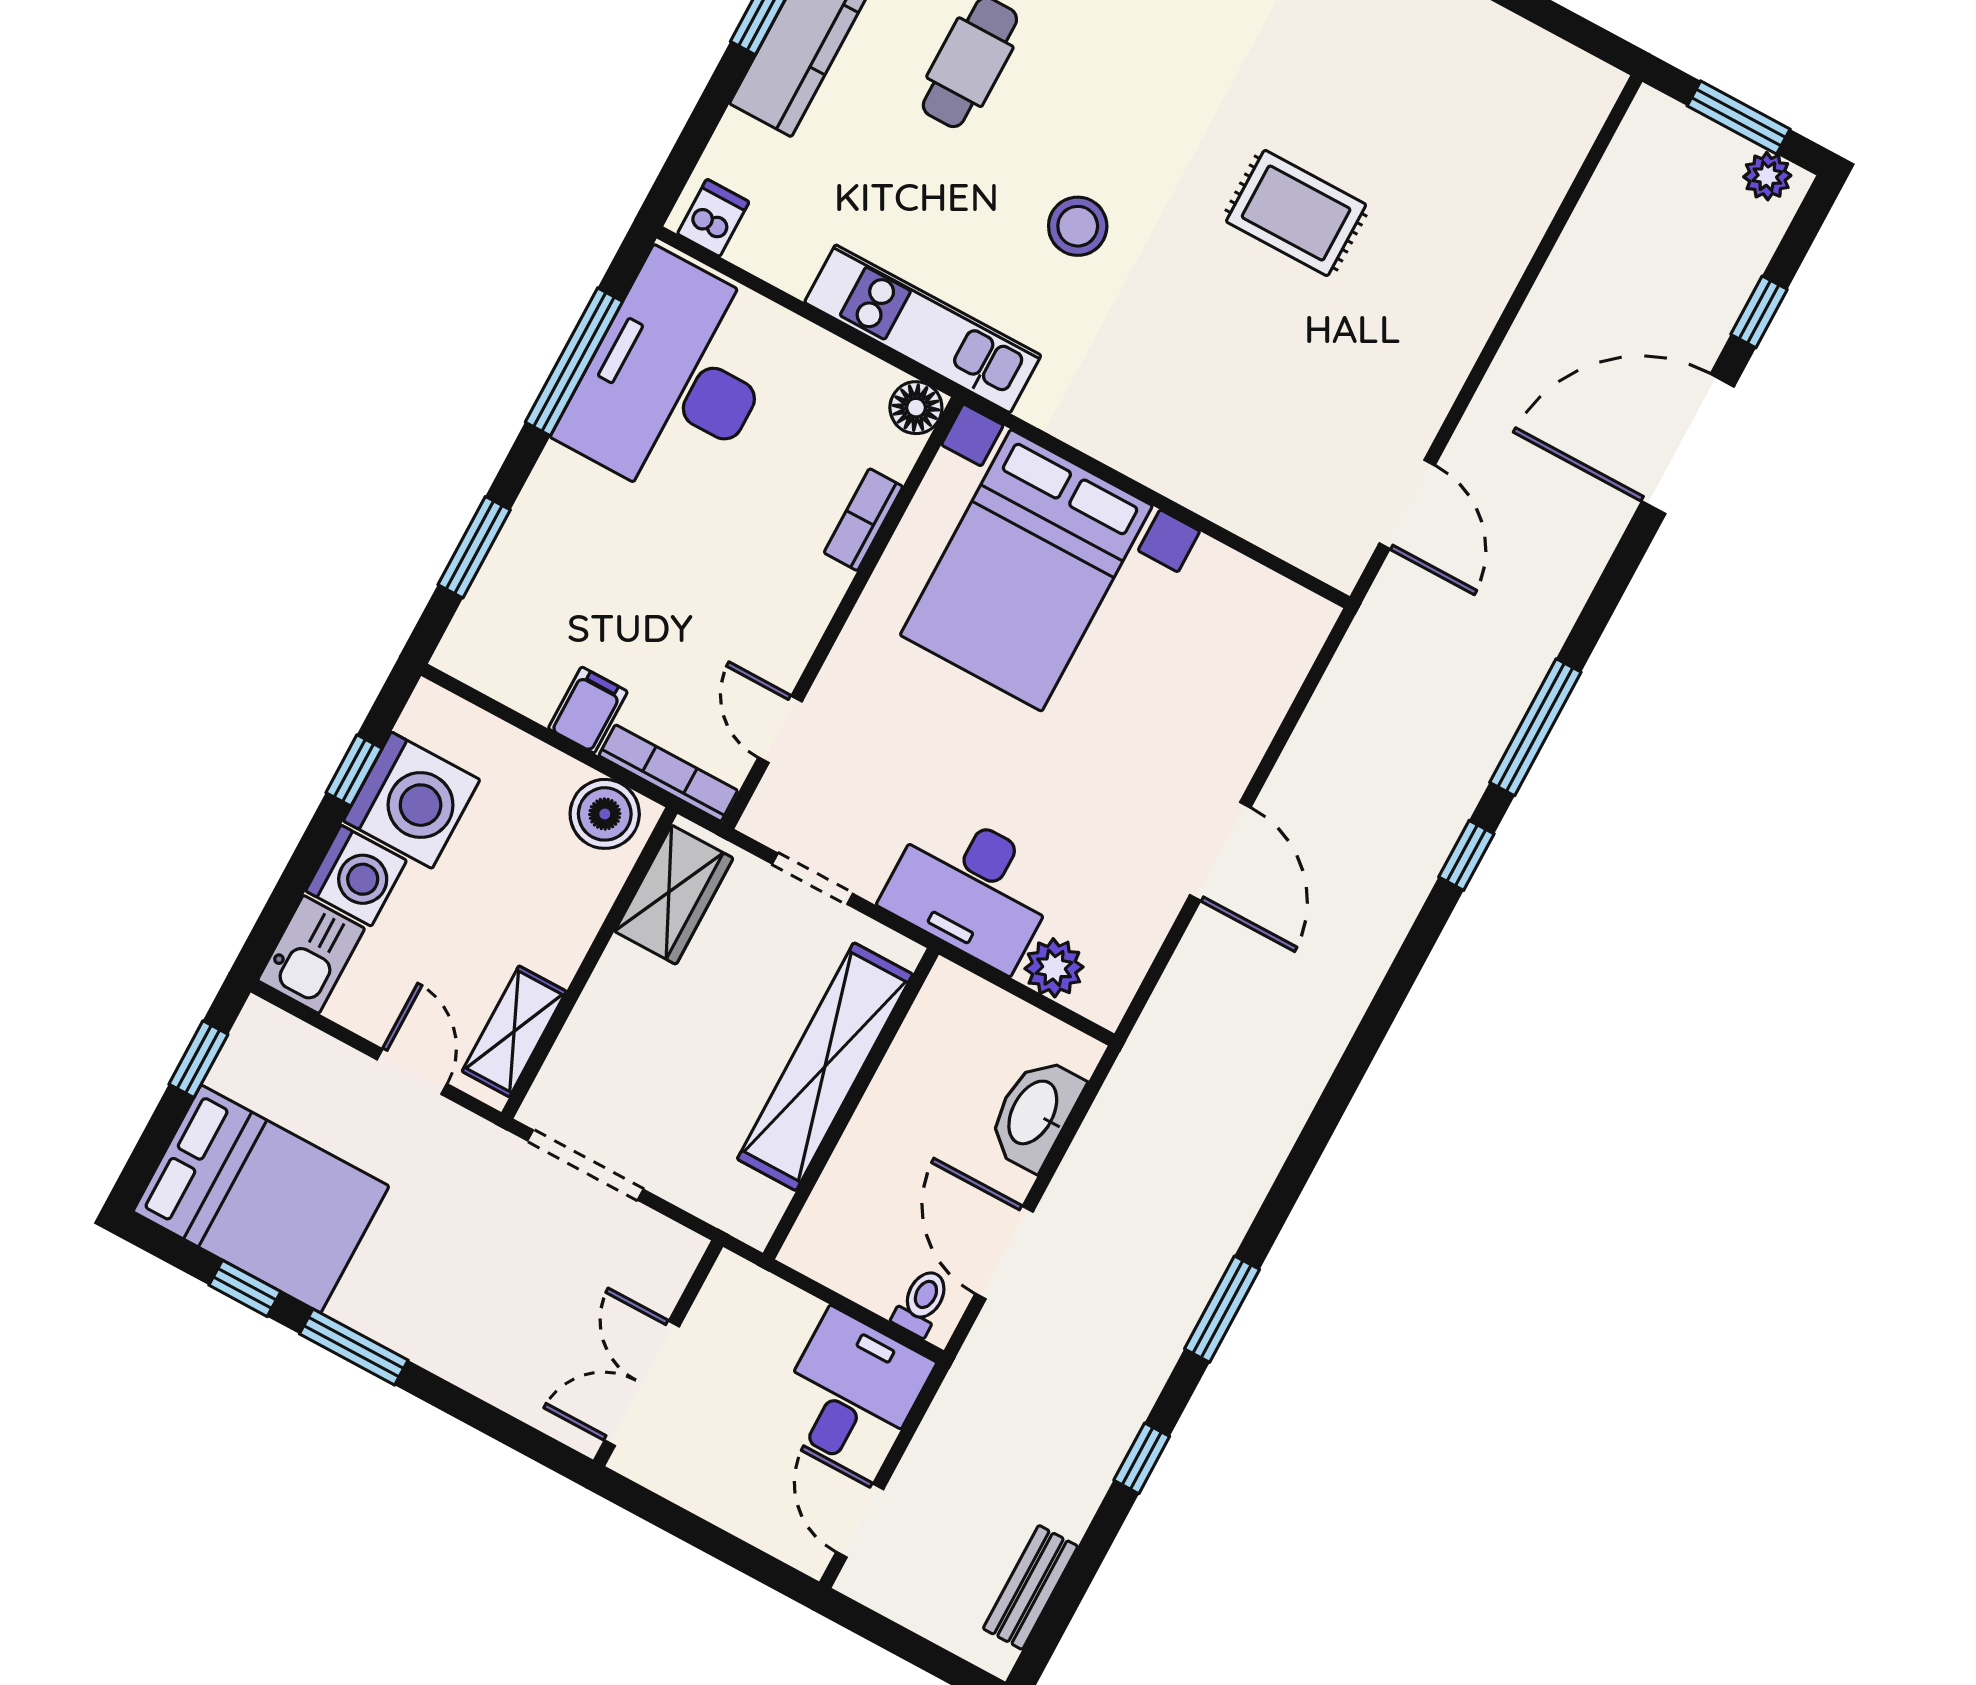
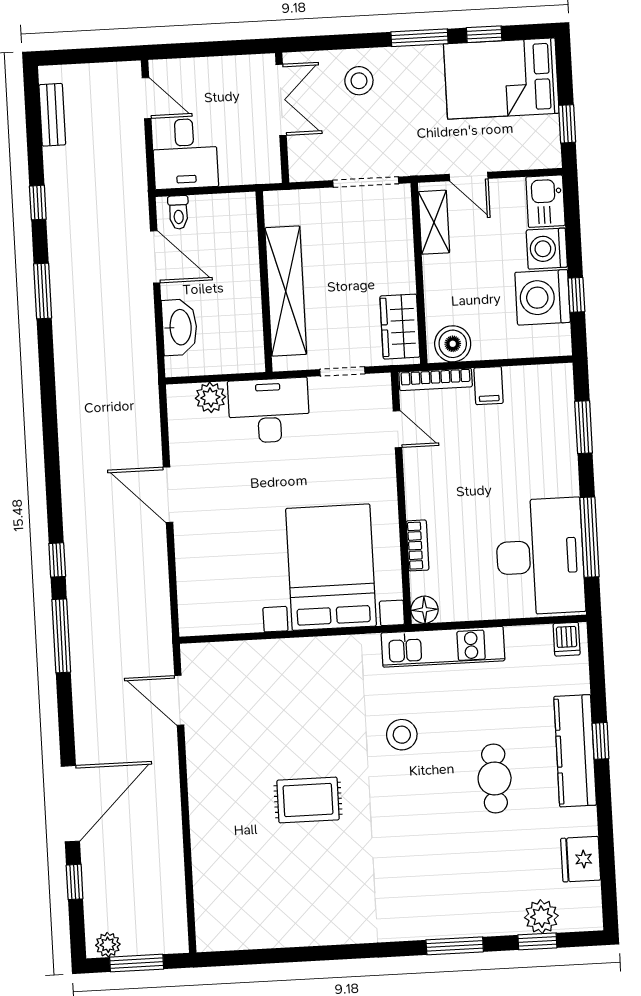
stool: (496, 1337) -> (359, 81), added

